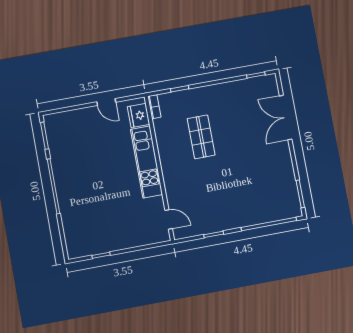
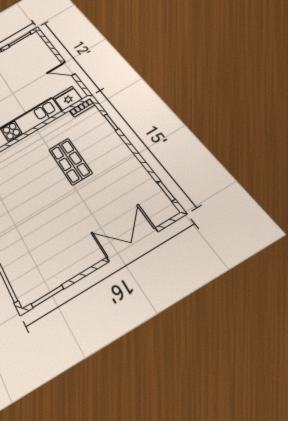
door: (106, 102) -> (69, 69), hinge flipped
shop shelf: (201, 137) -> (70, 161), turned 90

